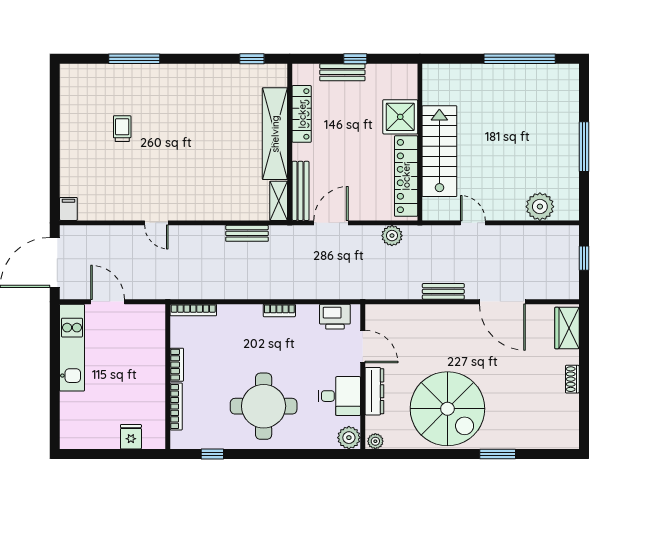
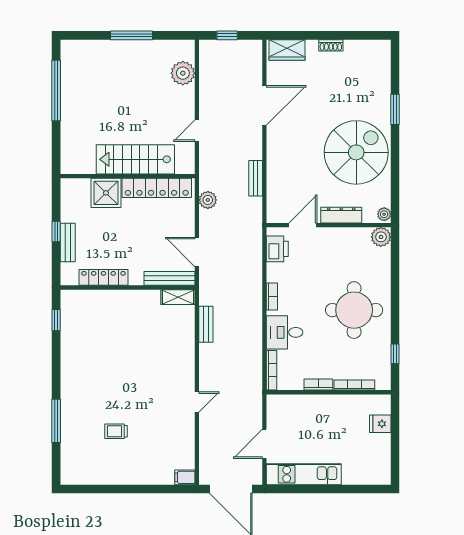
shelving: (275, 134) -> (120, 300), removed
bench: (443, 291) -> (256, 178), moved
desk: (339, 396) -> (285, 332), moved, turned -90

